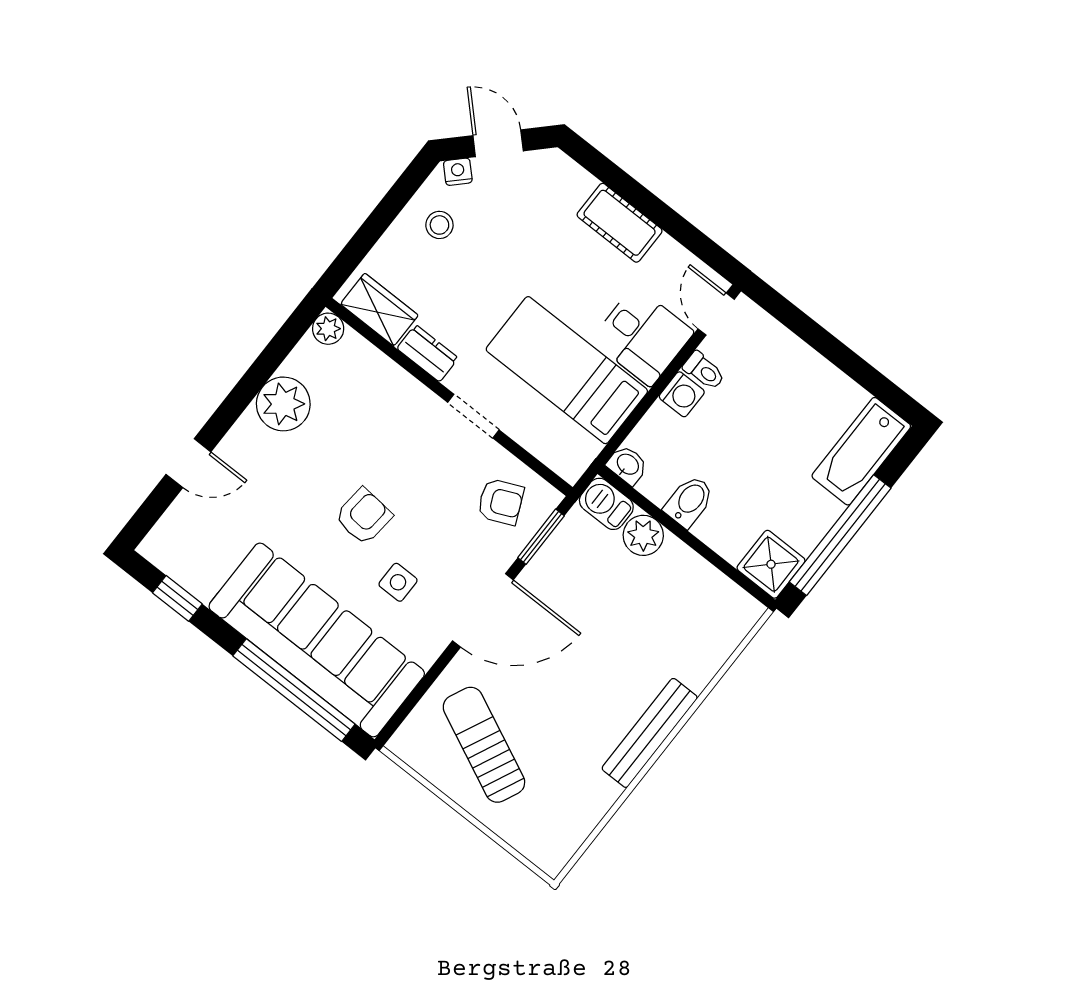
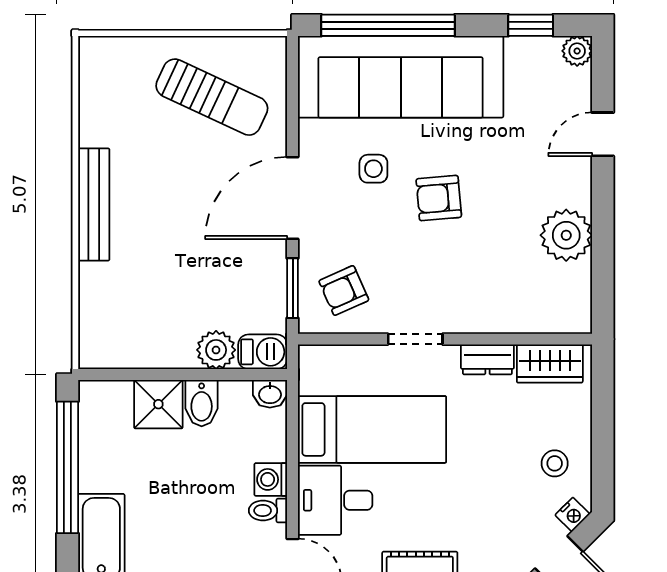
plant: (328, 329) -> (577, 51), moved
armchair: (364, 516) -> (439, 198), turned 80
shower: (771, 564) -> (158, 404), moved

